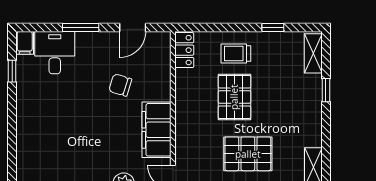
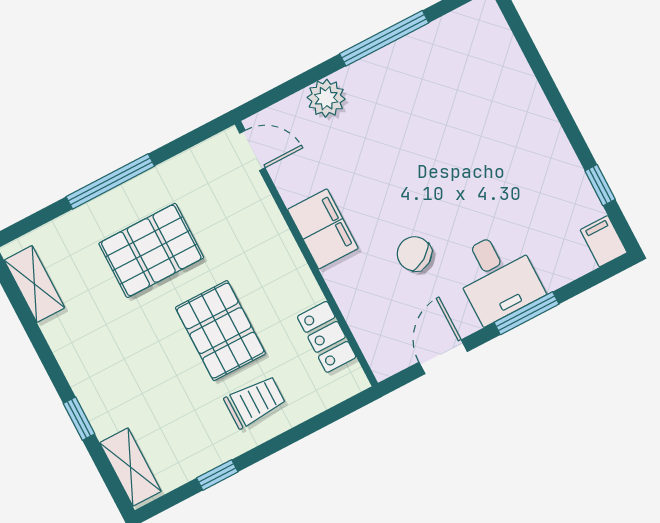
locker: (184, 50) -> (327, 337), moved
desk: (55, 53) -> (497, 277), moved
chair: (120, 85) -> (414, 254), turned -140
filing cabinet: (157, 130) -> (323, 229), width x0.67, depth x0.86

